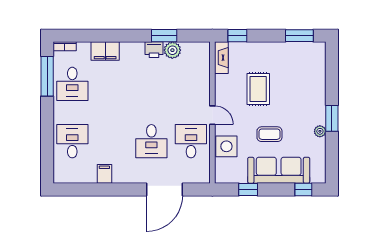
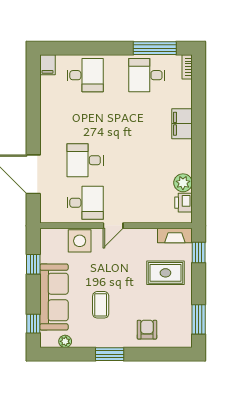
window: (164, 36) -> (199, 174), removed
printer: (154, 50) -> (183, 203), moved
filing cabinet: (105, 51) -> (182, 124), moved
armchair: (309, 84) -> (147, 330), added
rug: (258, 89) -> (165, 273), moved
plant: (320, 131) -> (65, 341), moved
coffee table: (269, 134) -> (101, 305), moved
filing cabinet: (104, 174) -> (47, 65), moved, turned 90

